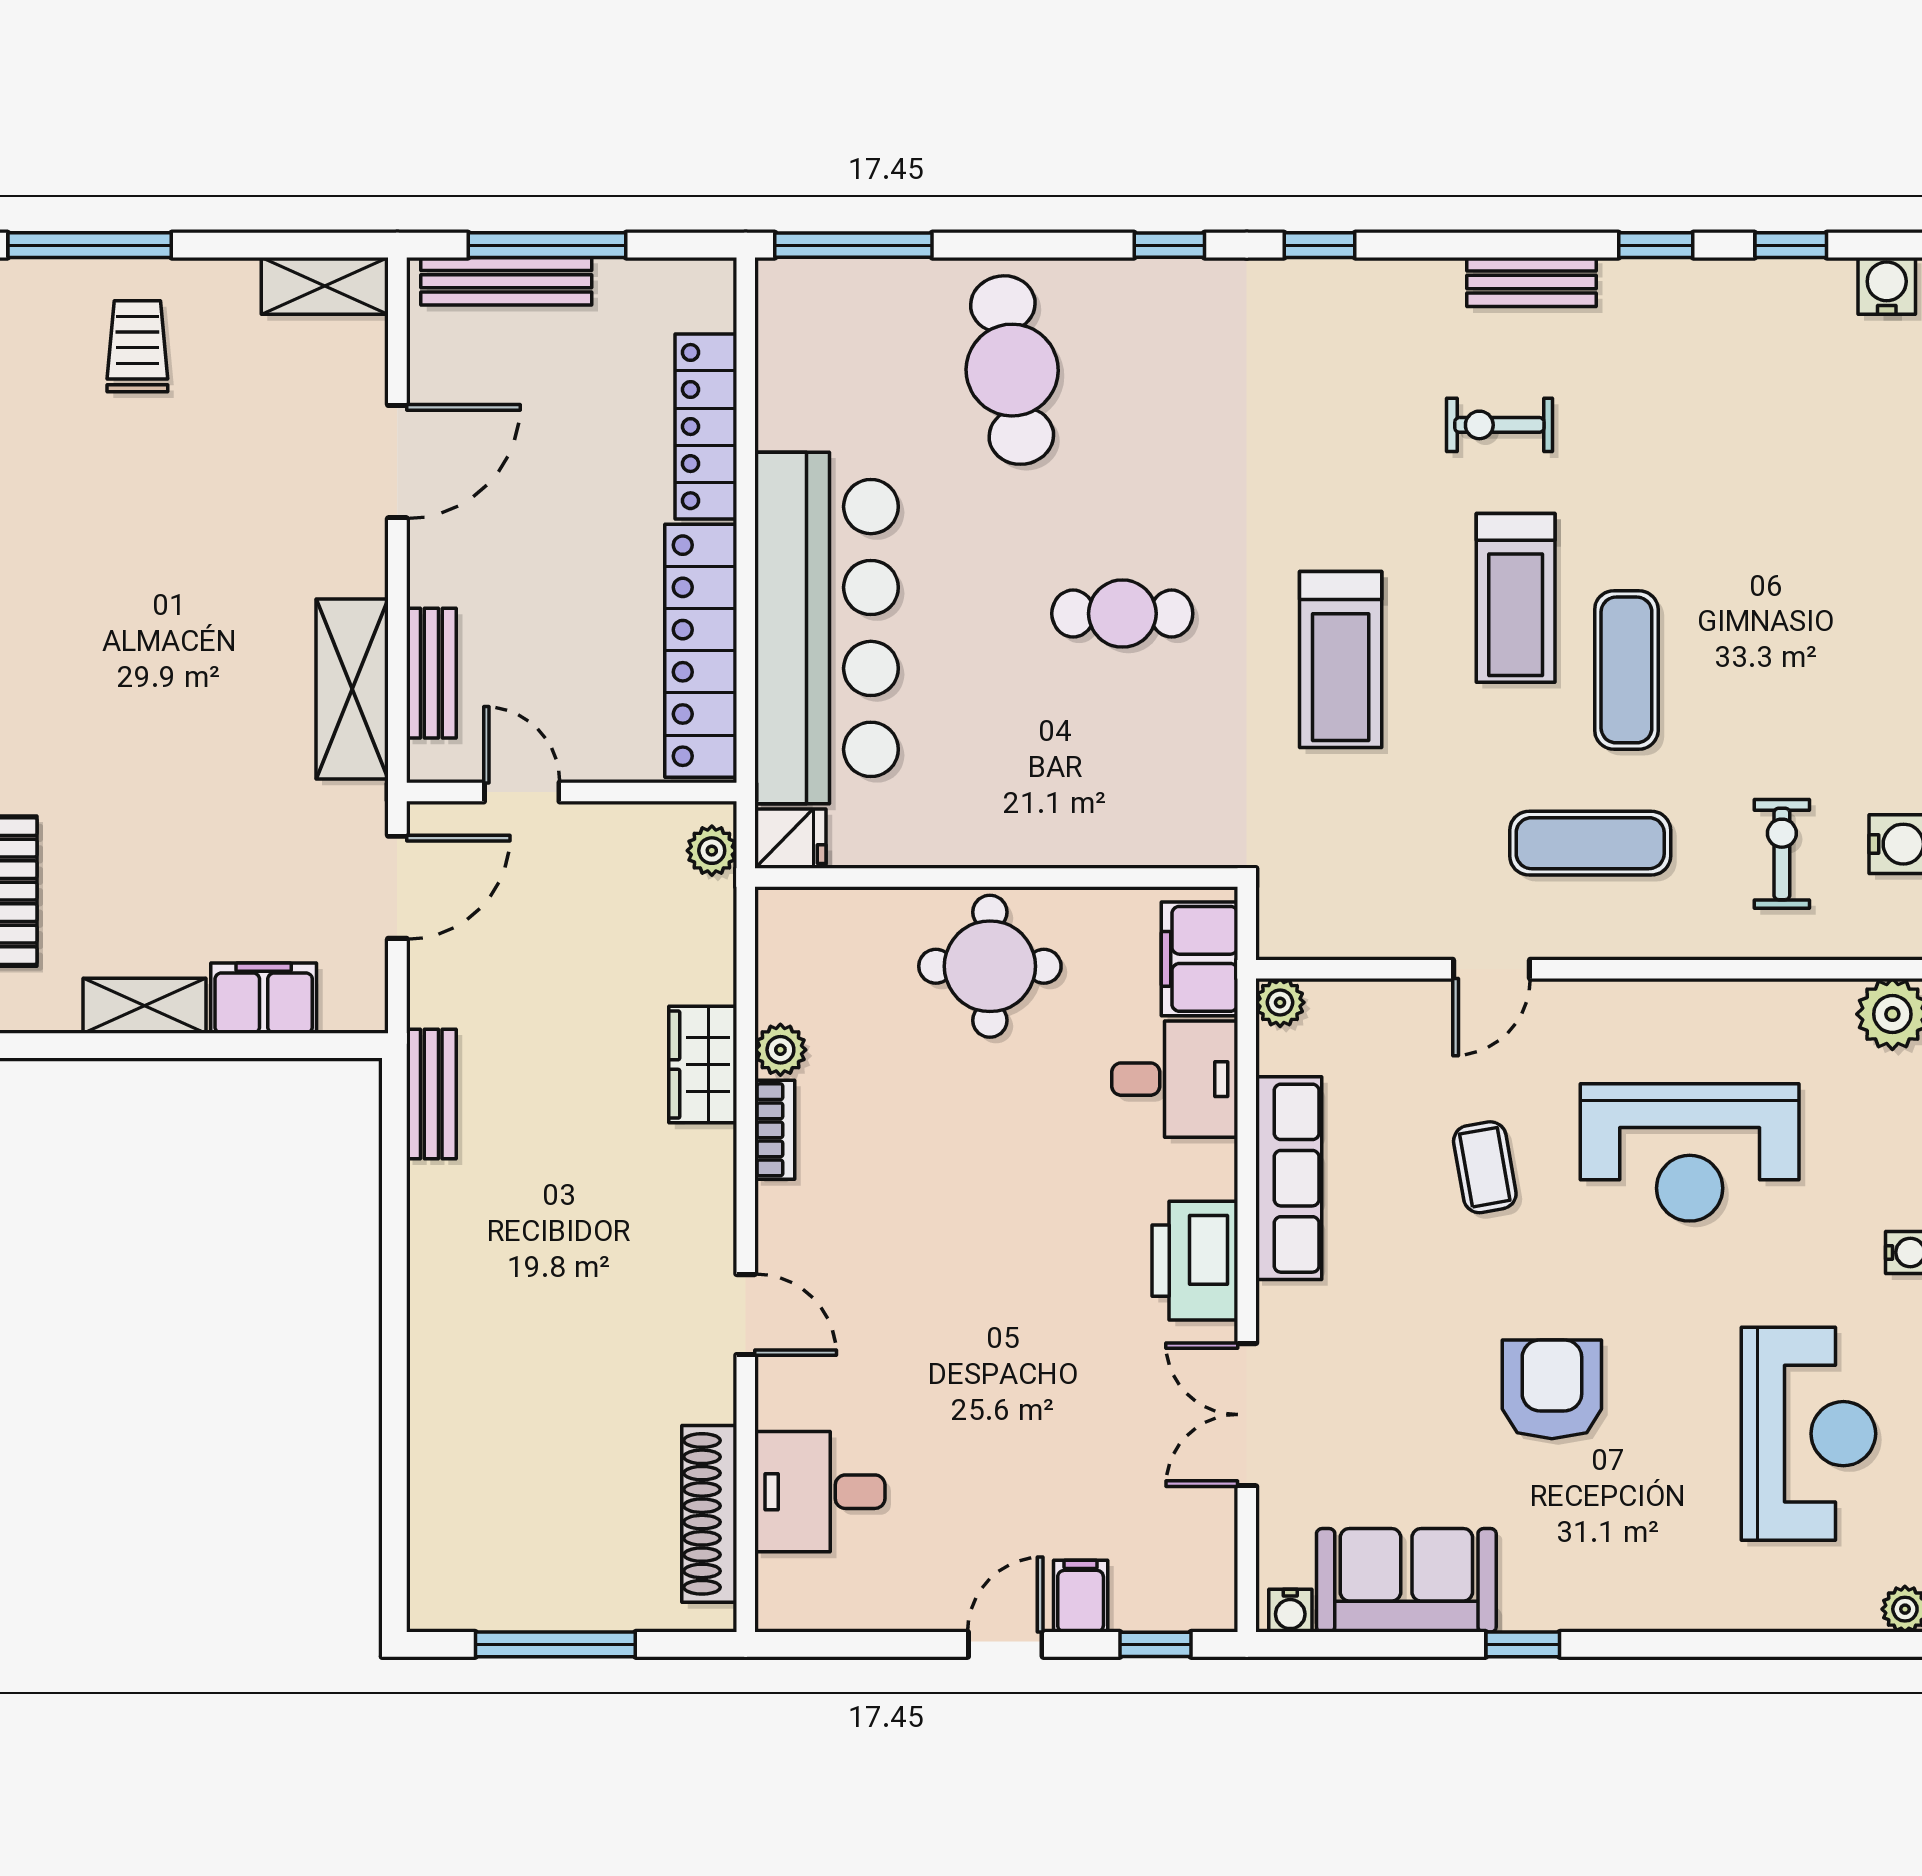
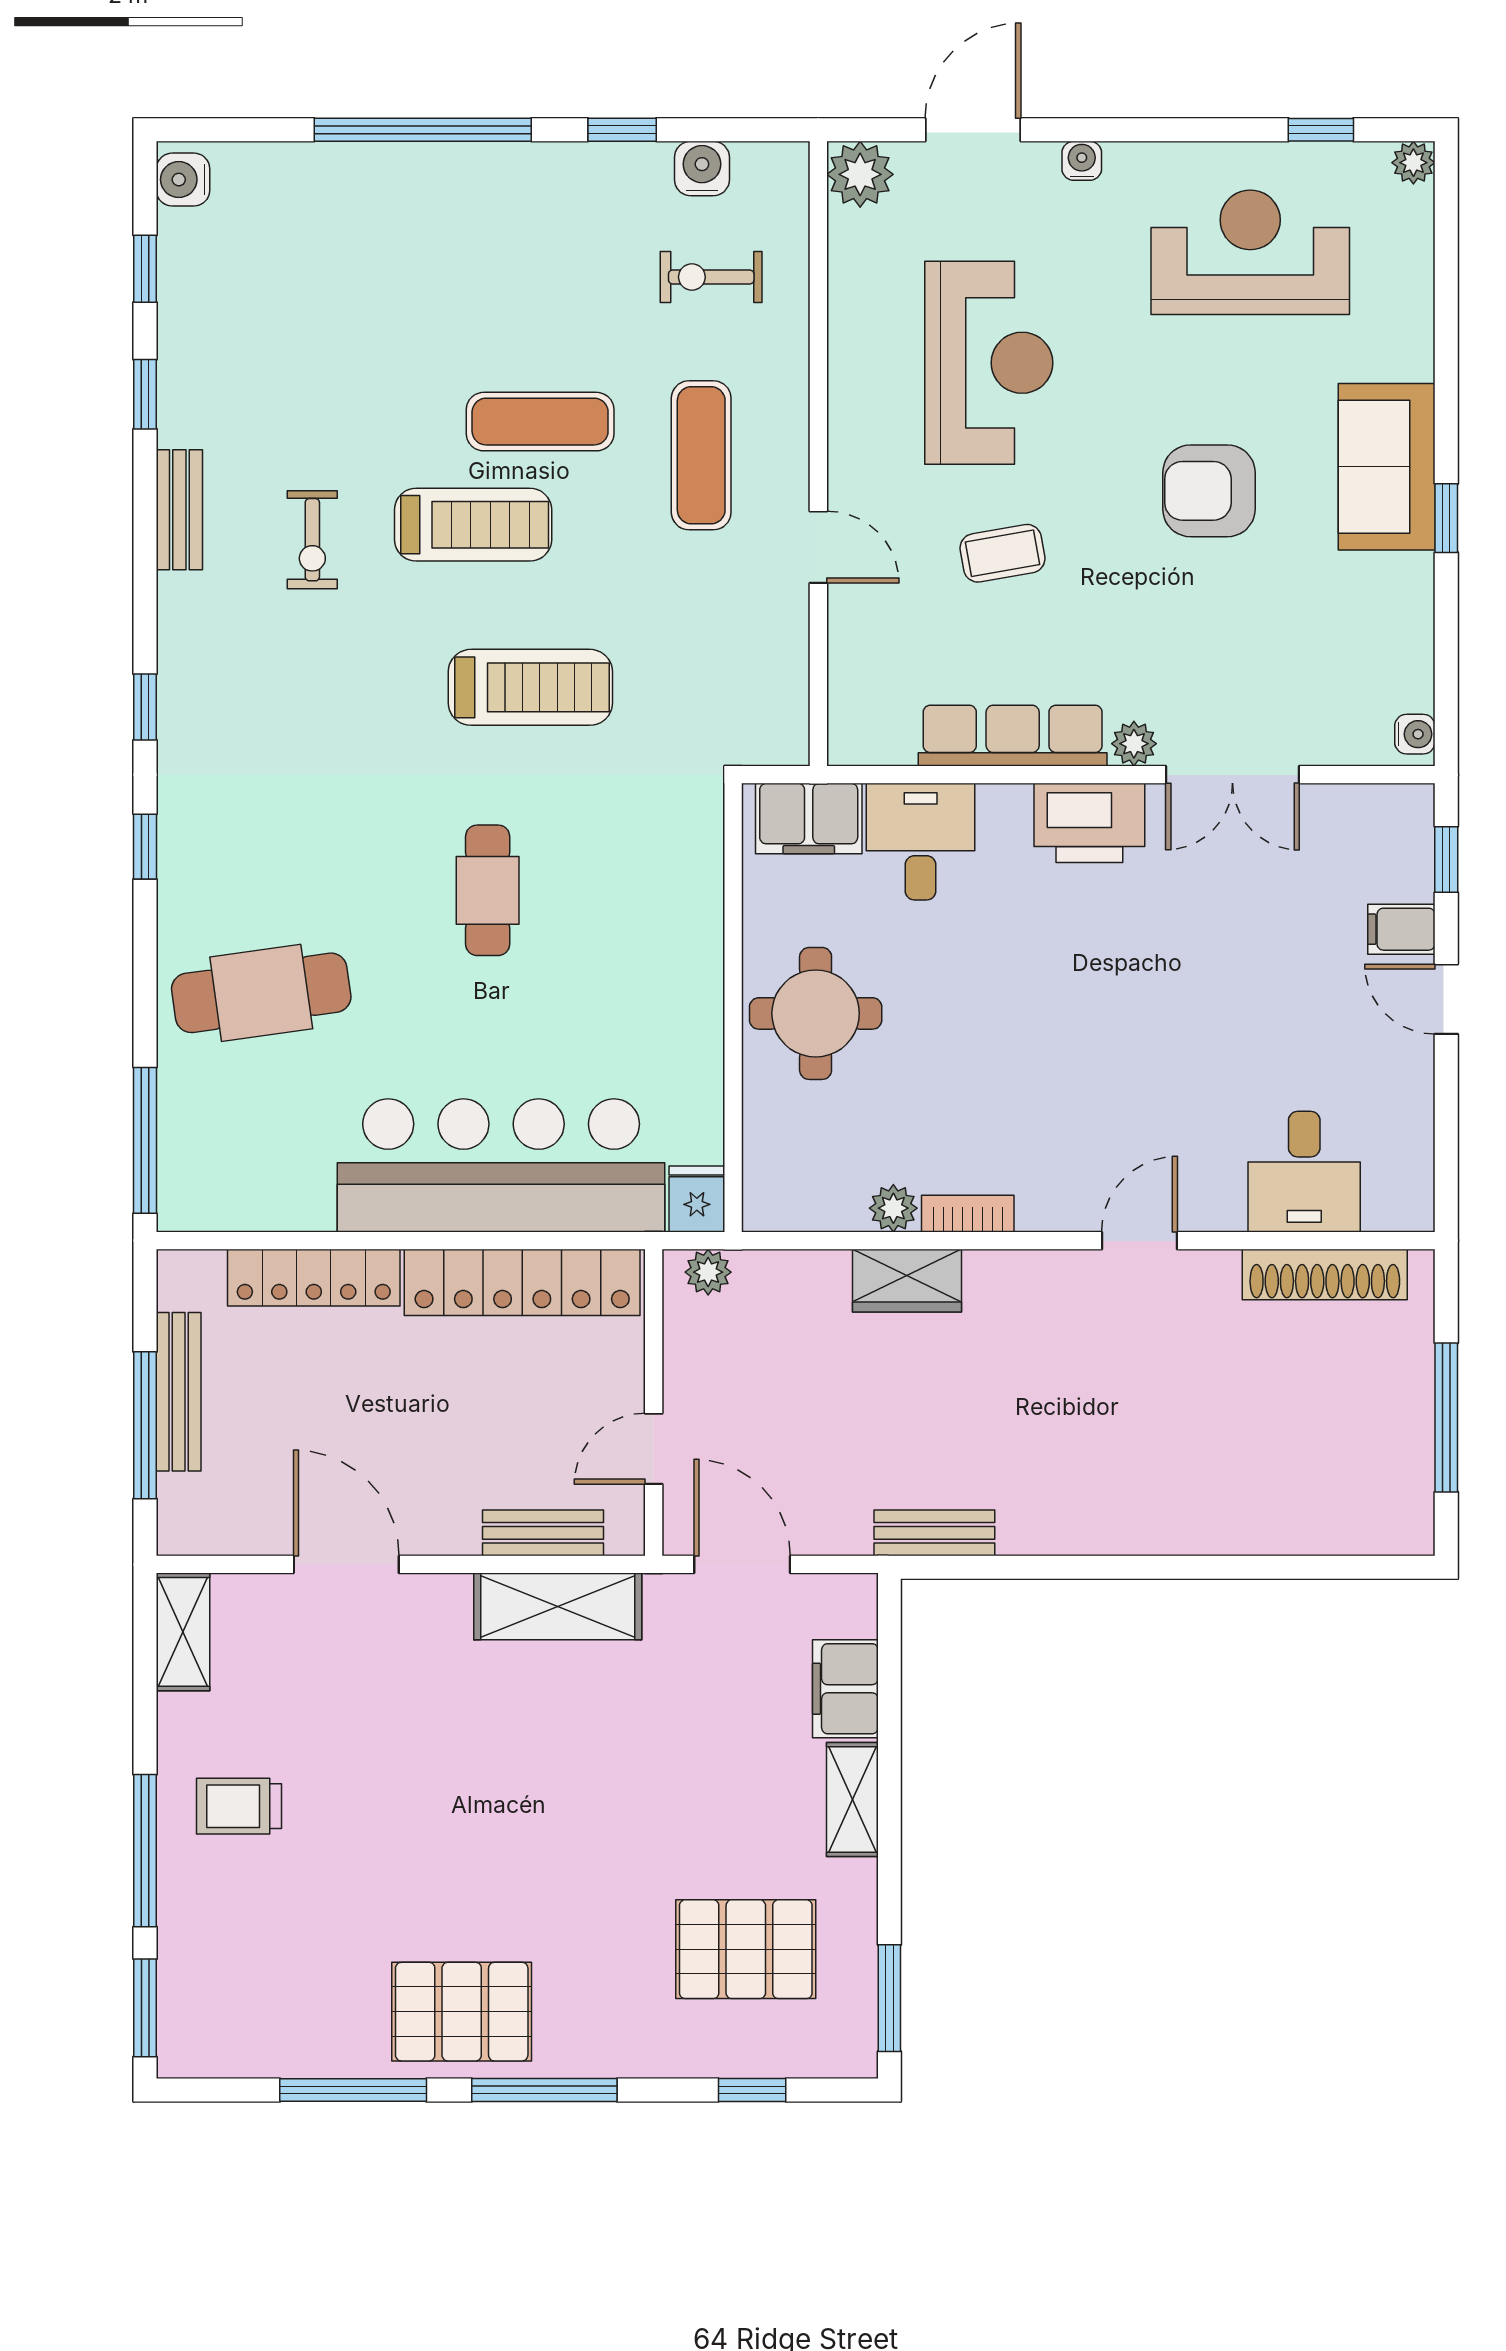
bench: (506, 281) -> (179, 1392), moved
plant: (1280, 1002) -> (1134, 744), moved
sofa: (1406, 1580) -> (1387, 467), moved

